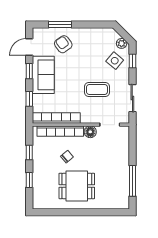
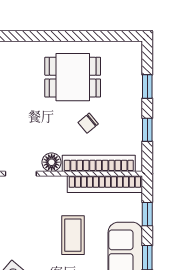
coffee table: (97, 90) -> (73, 235), moved, turned 90

